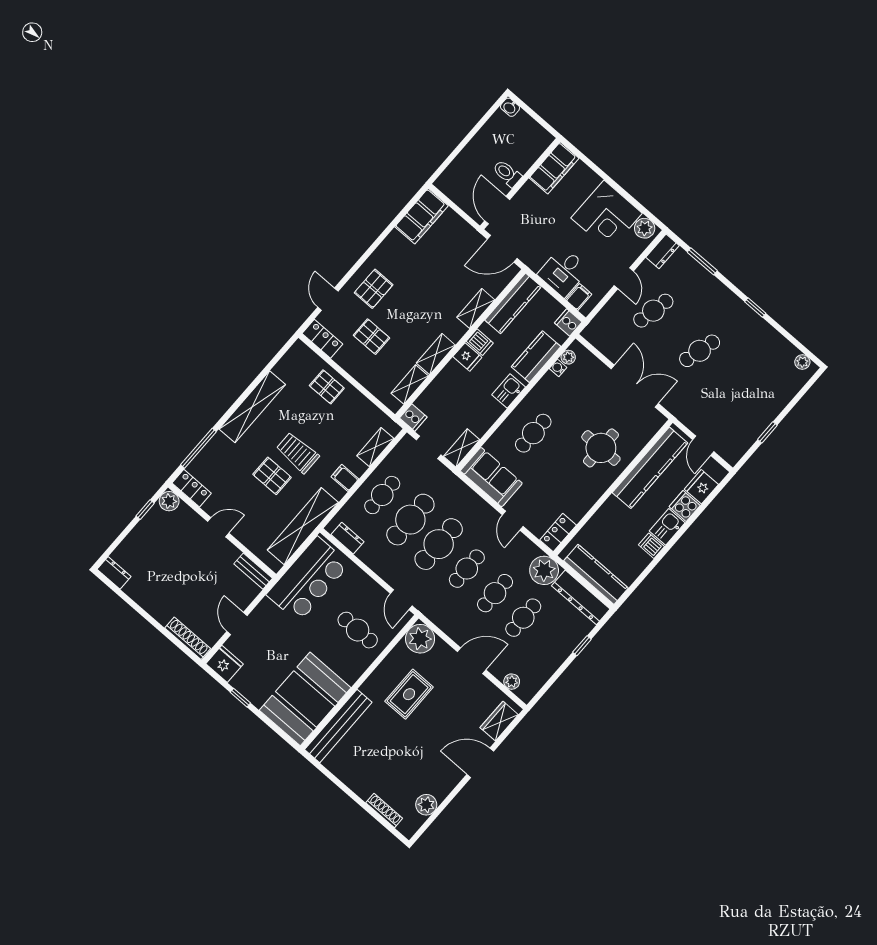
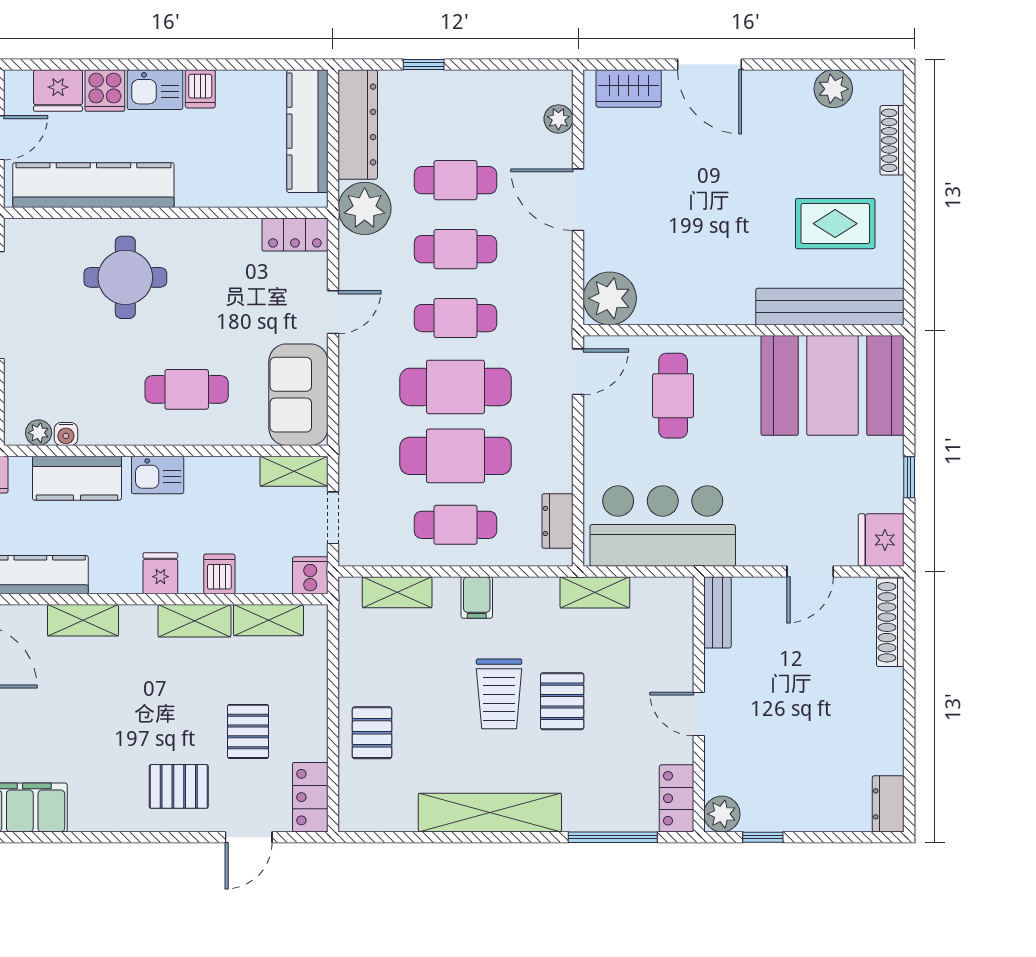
dishwasher: (480, 342) -> (219, 574), moved
shelving: (303, 526) -> (595, 592), width x0.45, depth x0.75
rug: (409, 694) -> (835, 224), moved

